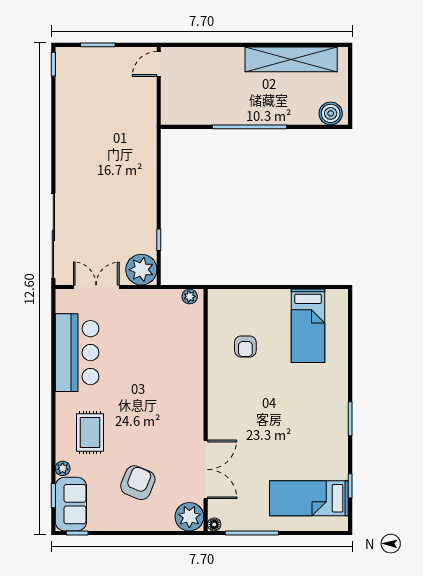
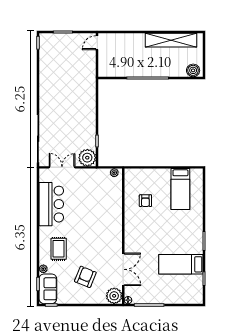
bed: (309, 498) -> (181, 264), moved

